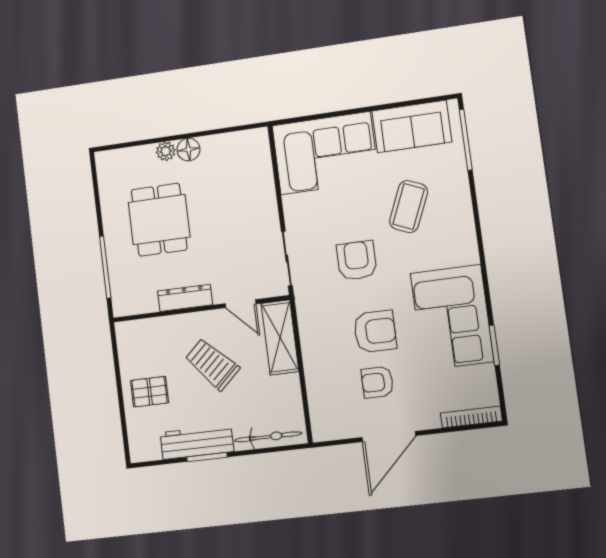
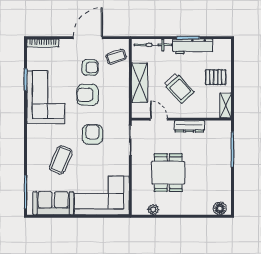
floor lamp: (188, 150) -> (220, 209), moved
plant: (166, 151) -> (153, 209), moved
dining table: (159, 220) -> (168, 173), moved
armchair: (357, 260) -> (92, 134), turned 180
shelving: (280, 337) -> (140, 83), moved
shelving: (126, 343) -> (226, 105), added
coffee table: (332, 407) -> (116, 57), added

